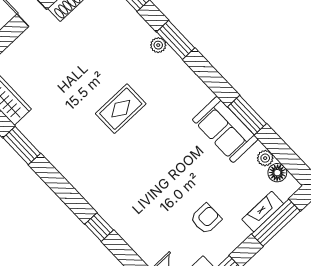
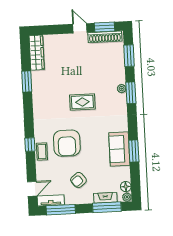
plant: (265, 158) -> (127, 197), moved
armchair: (147, 182) -> (67, 143), added
armchair: (206, 219) -> (78, 180), turned 142
coffee table: (123, 222) -> (42, 152), added

